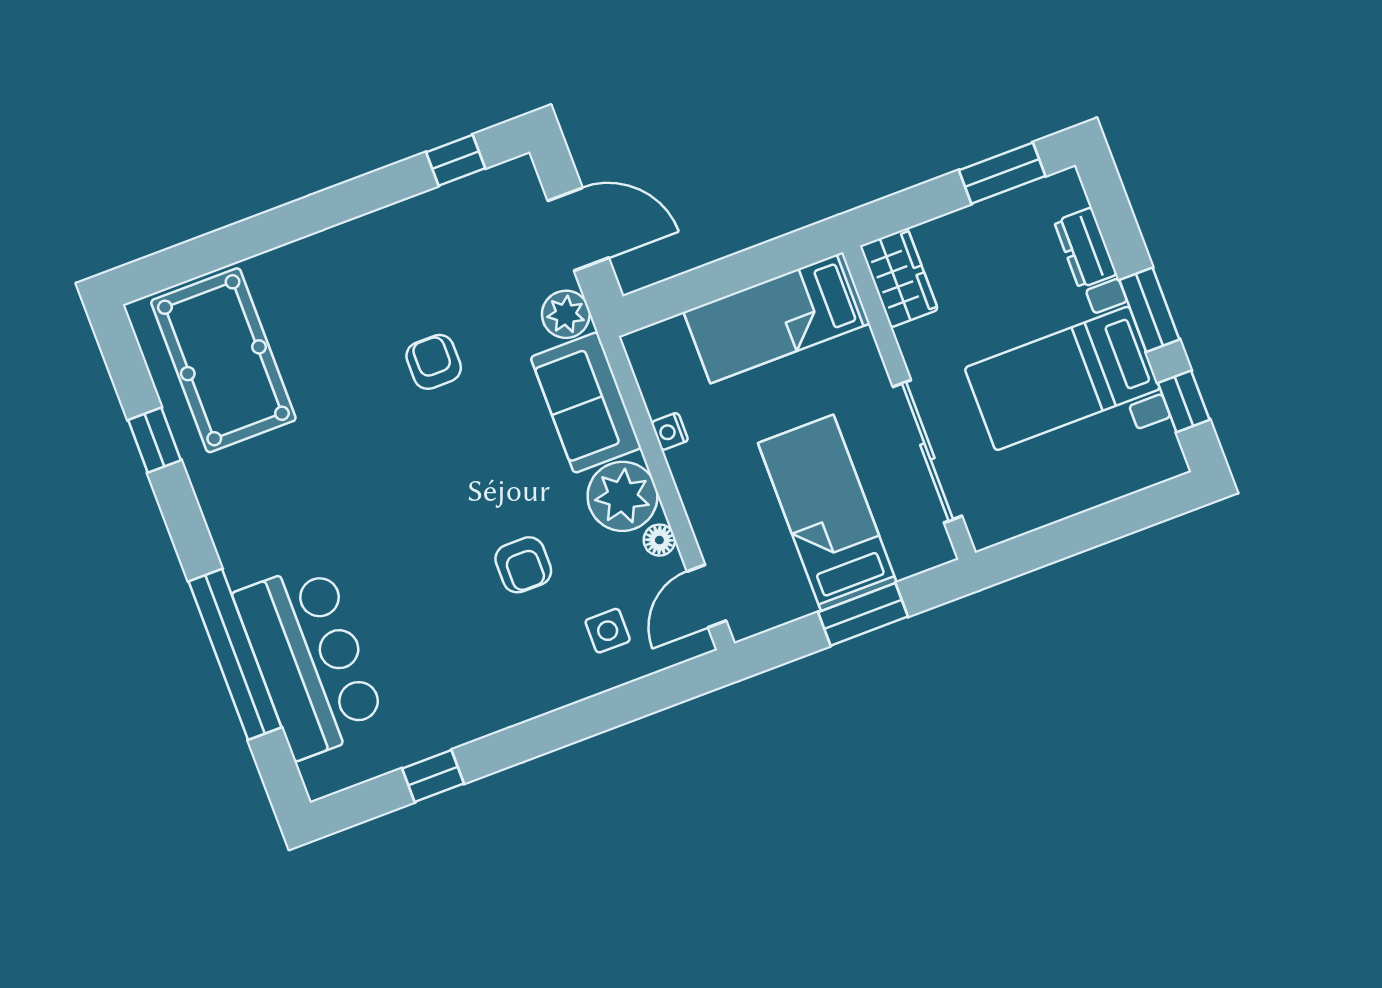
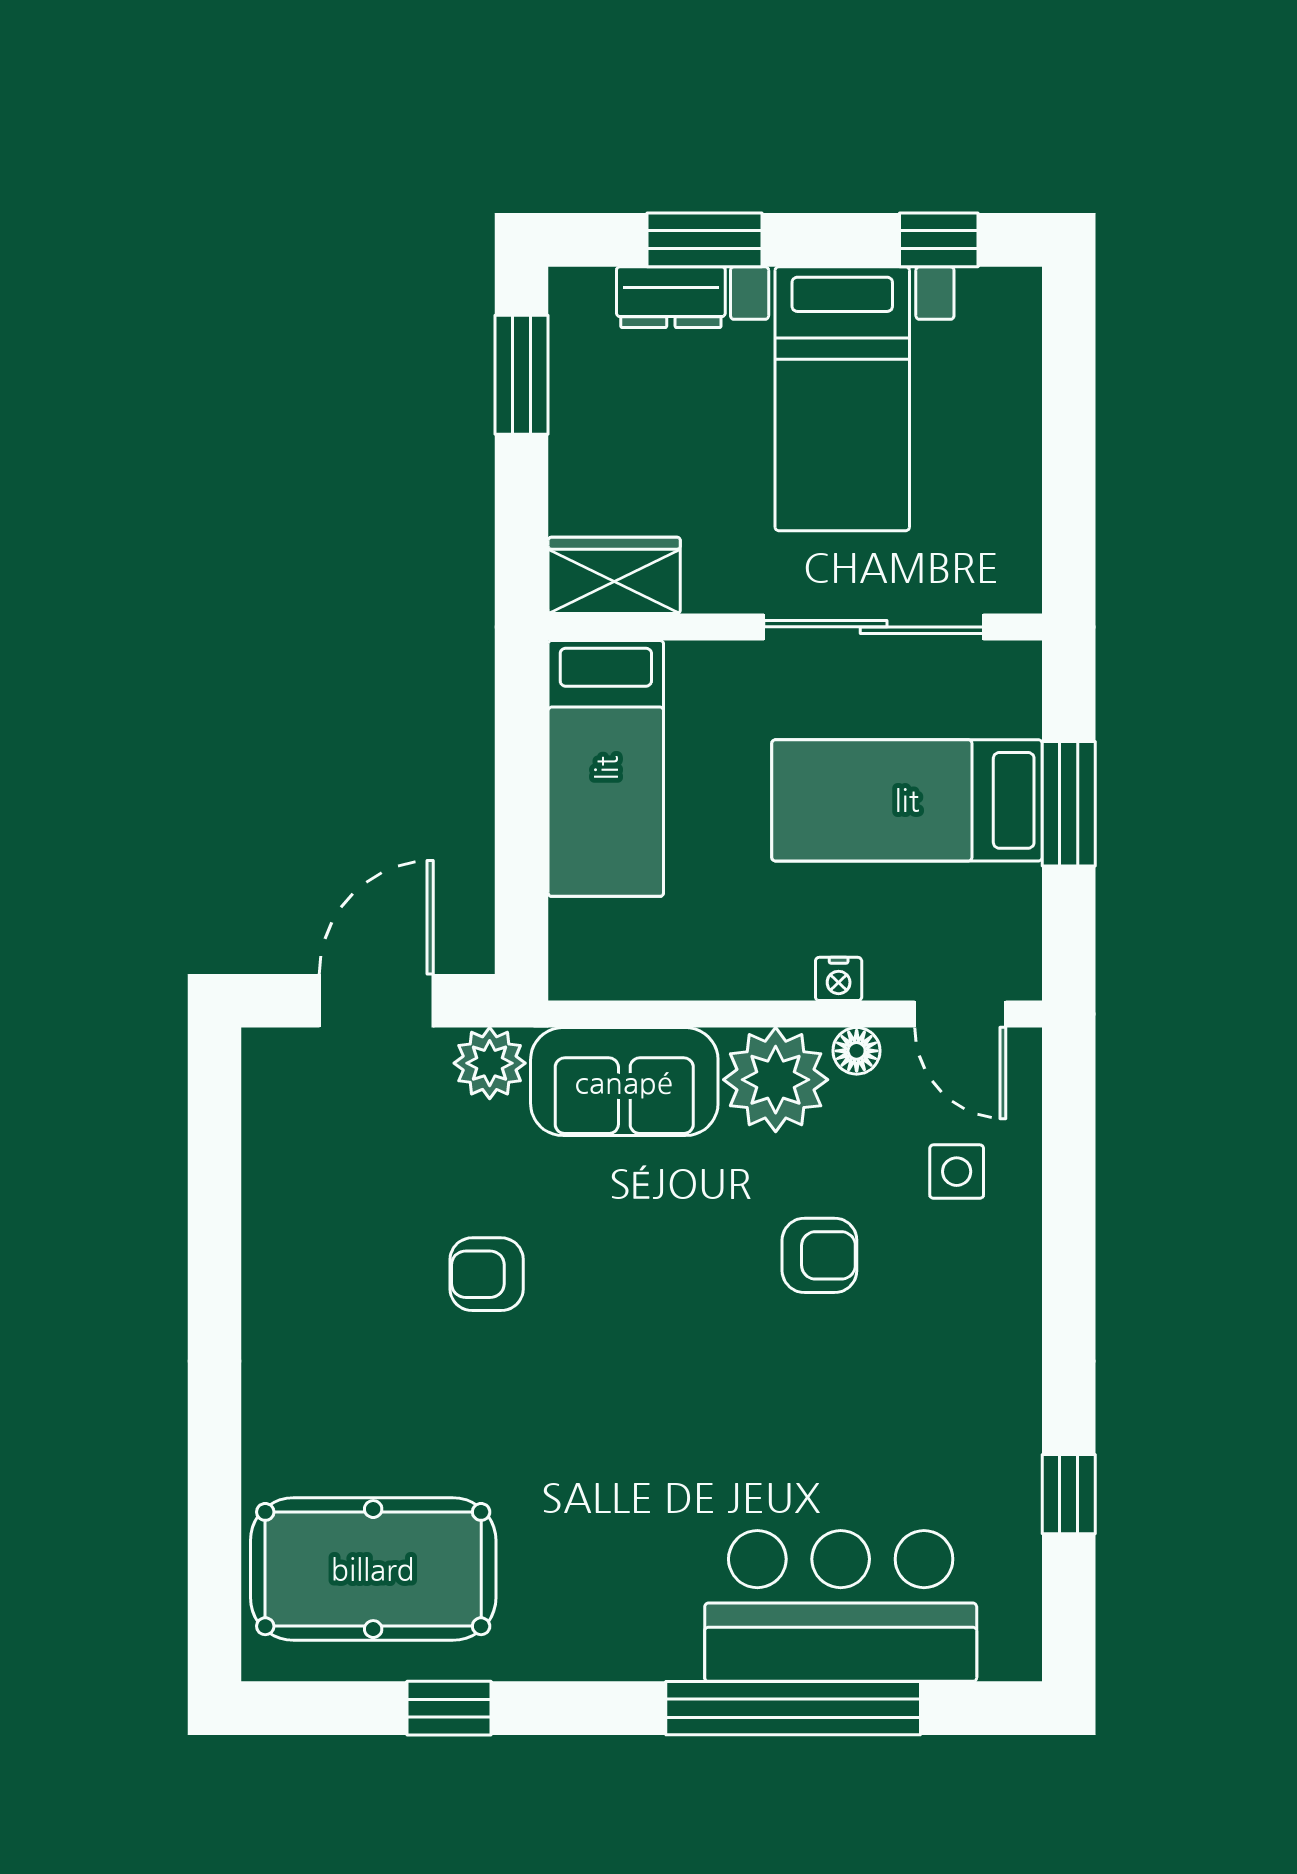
window: (456, 160) -> (215, 1137), removed
window: (1149, 310) -> (704, 240), moved
nightstand: (670, 431) -> (839, 979), moved

